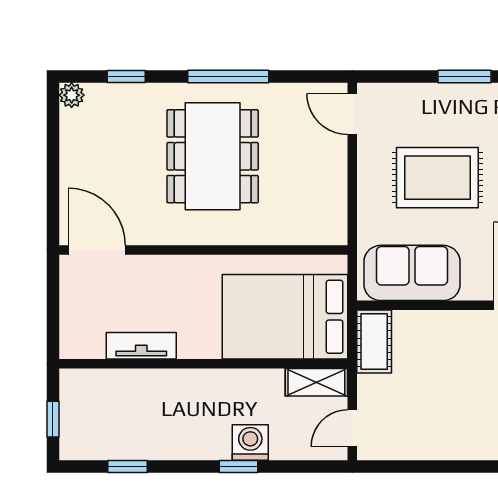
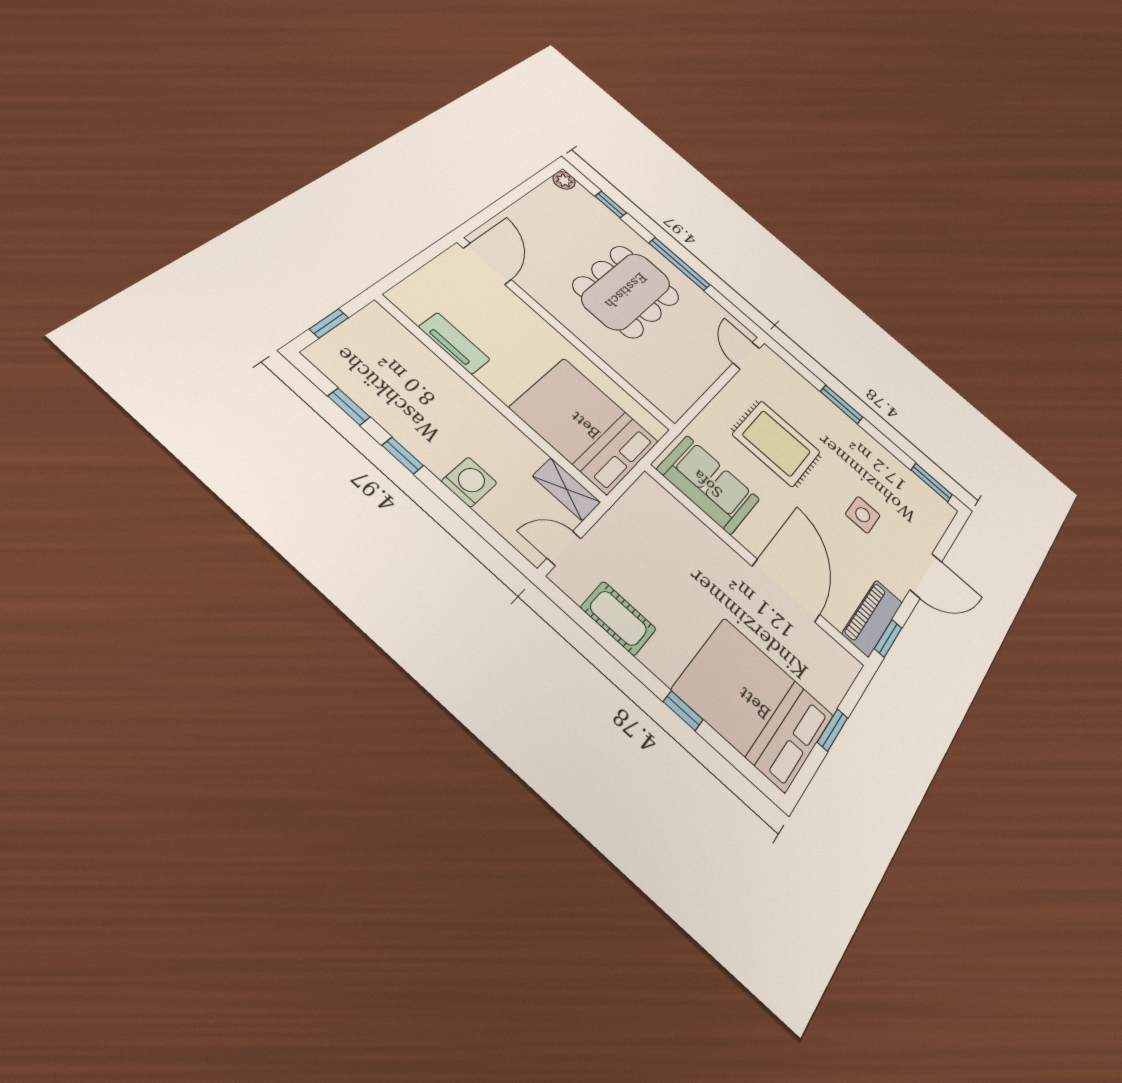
cot: (374, 342) -> (618, 618), moved, turned 90
window: (238, 467) -> (403, 456), moved

